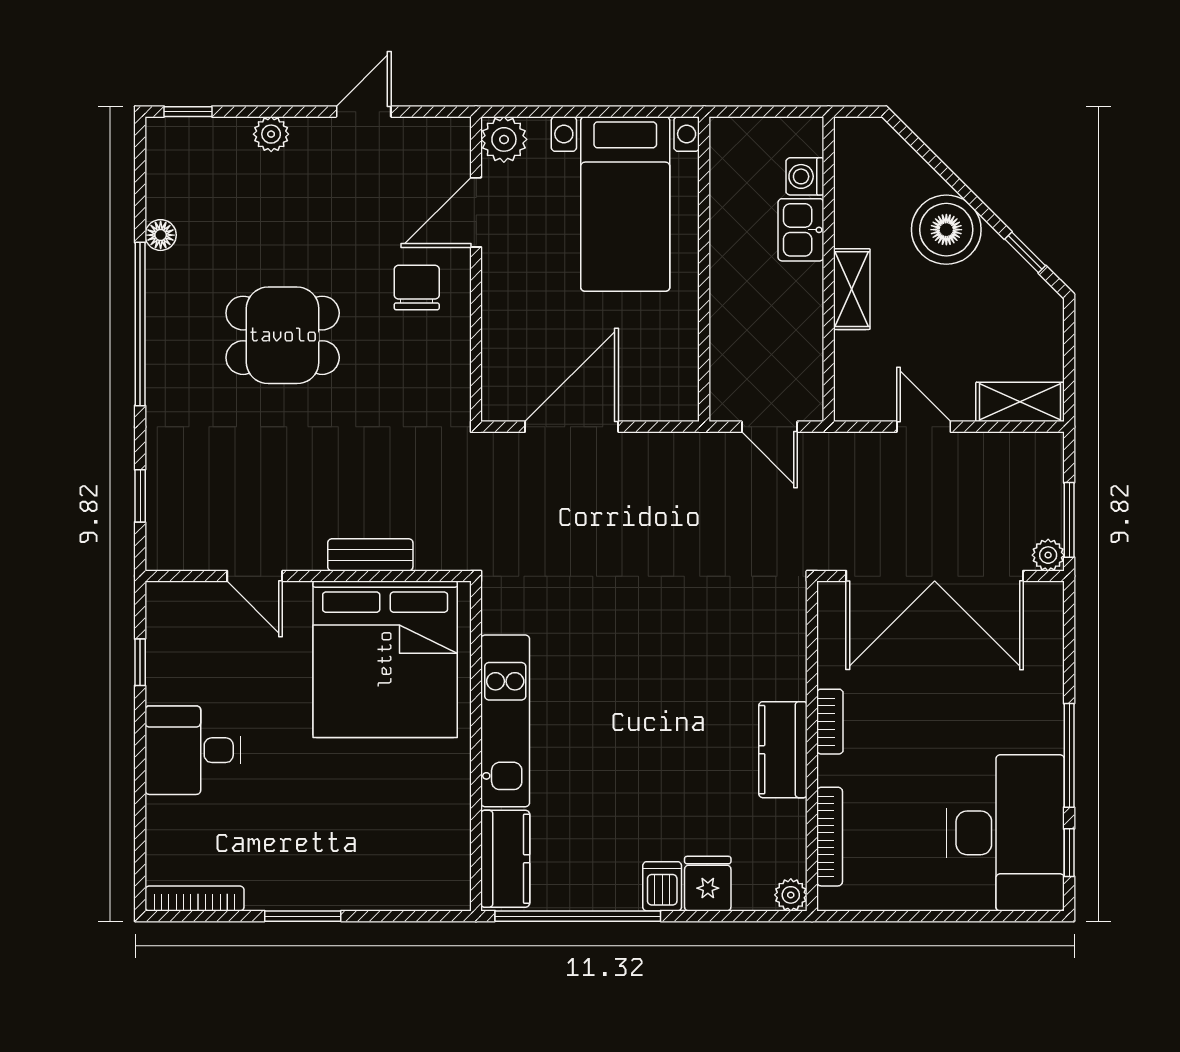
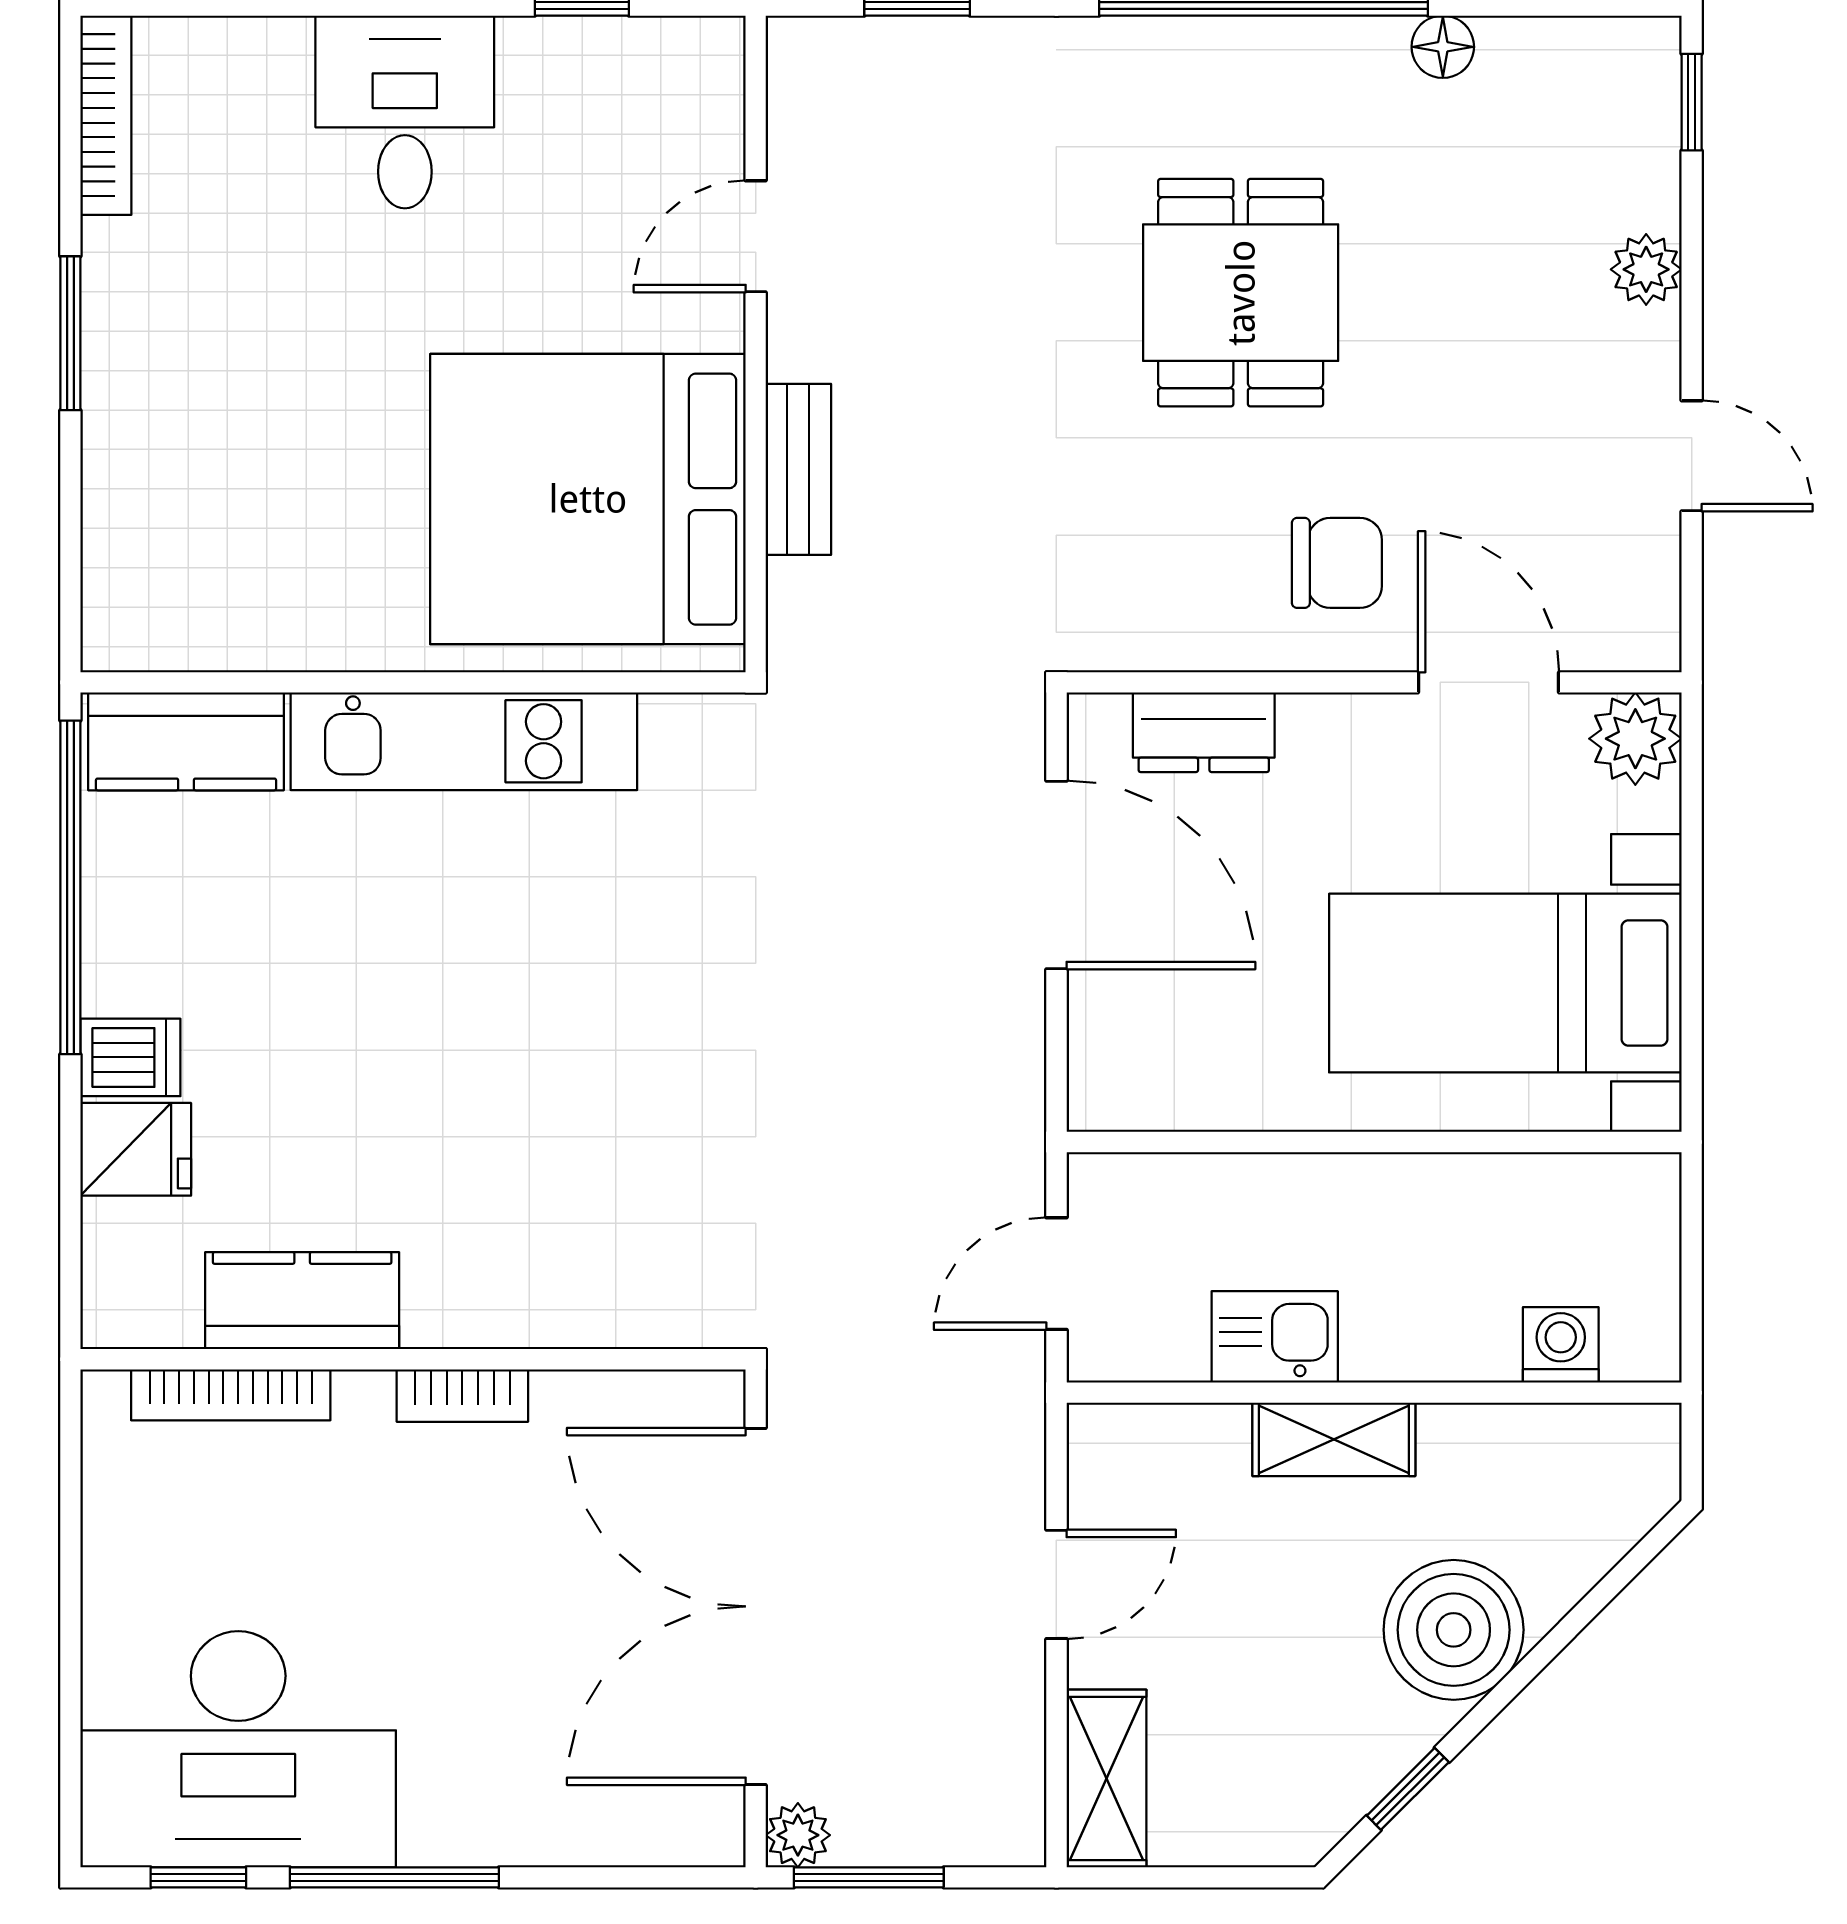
kitchen sink: (801, 230) -> (1275, 1337), moved
dresser: (501, 354) -> (1204, 732), added
kitchen counter: (783, 750) -> (302, 1301), moved
plant: (791, 895) -> (113, 1317), removed

